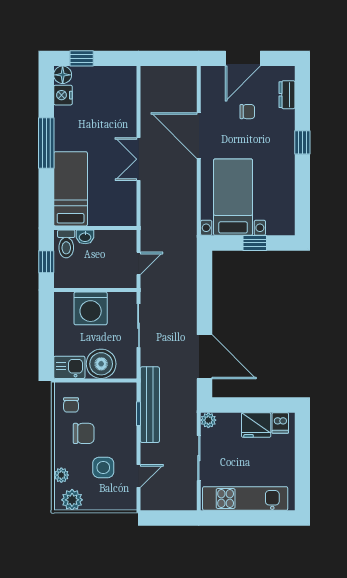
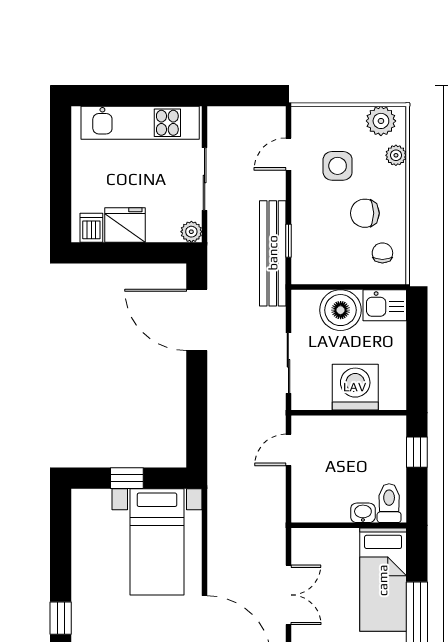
bed: (71, 189) -> (383, 580), moved
wall: (95, 228) -> (349, 525), moved
washbasin: (85, 237) -> (363, 513), moved
toilet: (66, 244) -> (389, 503), moved

